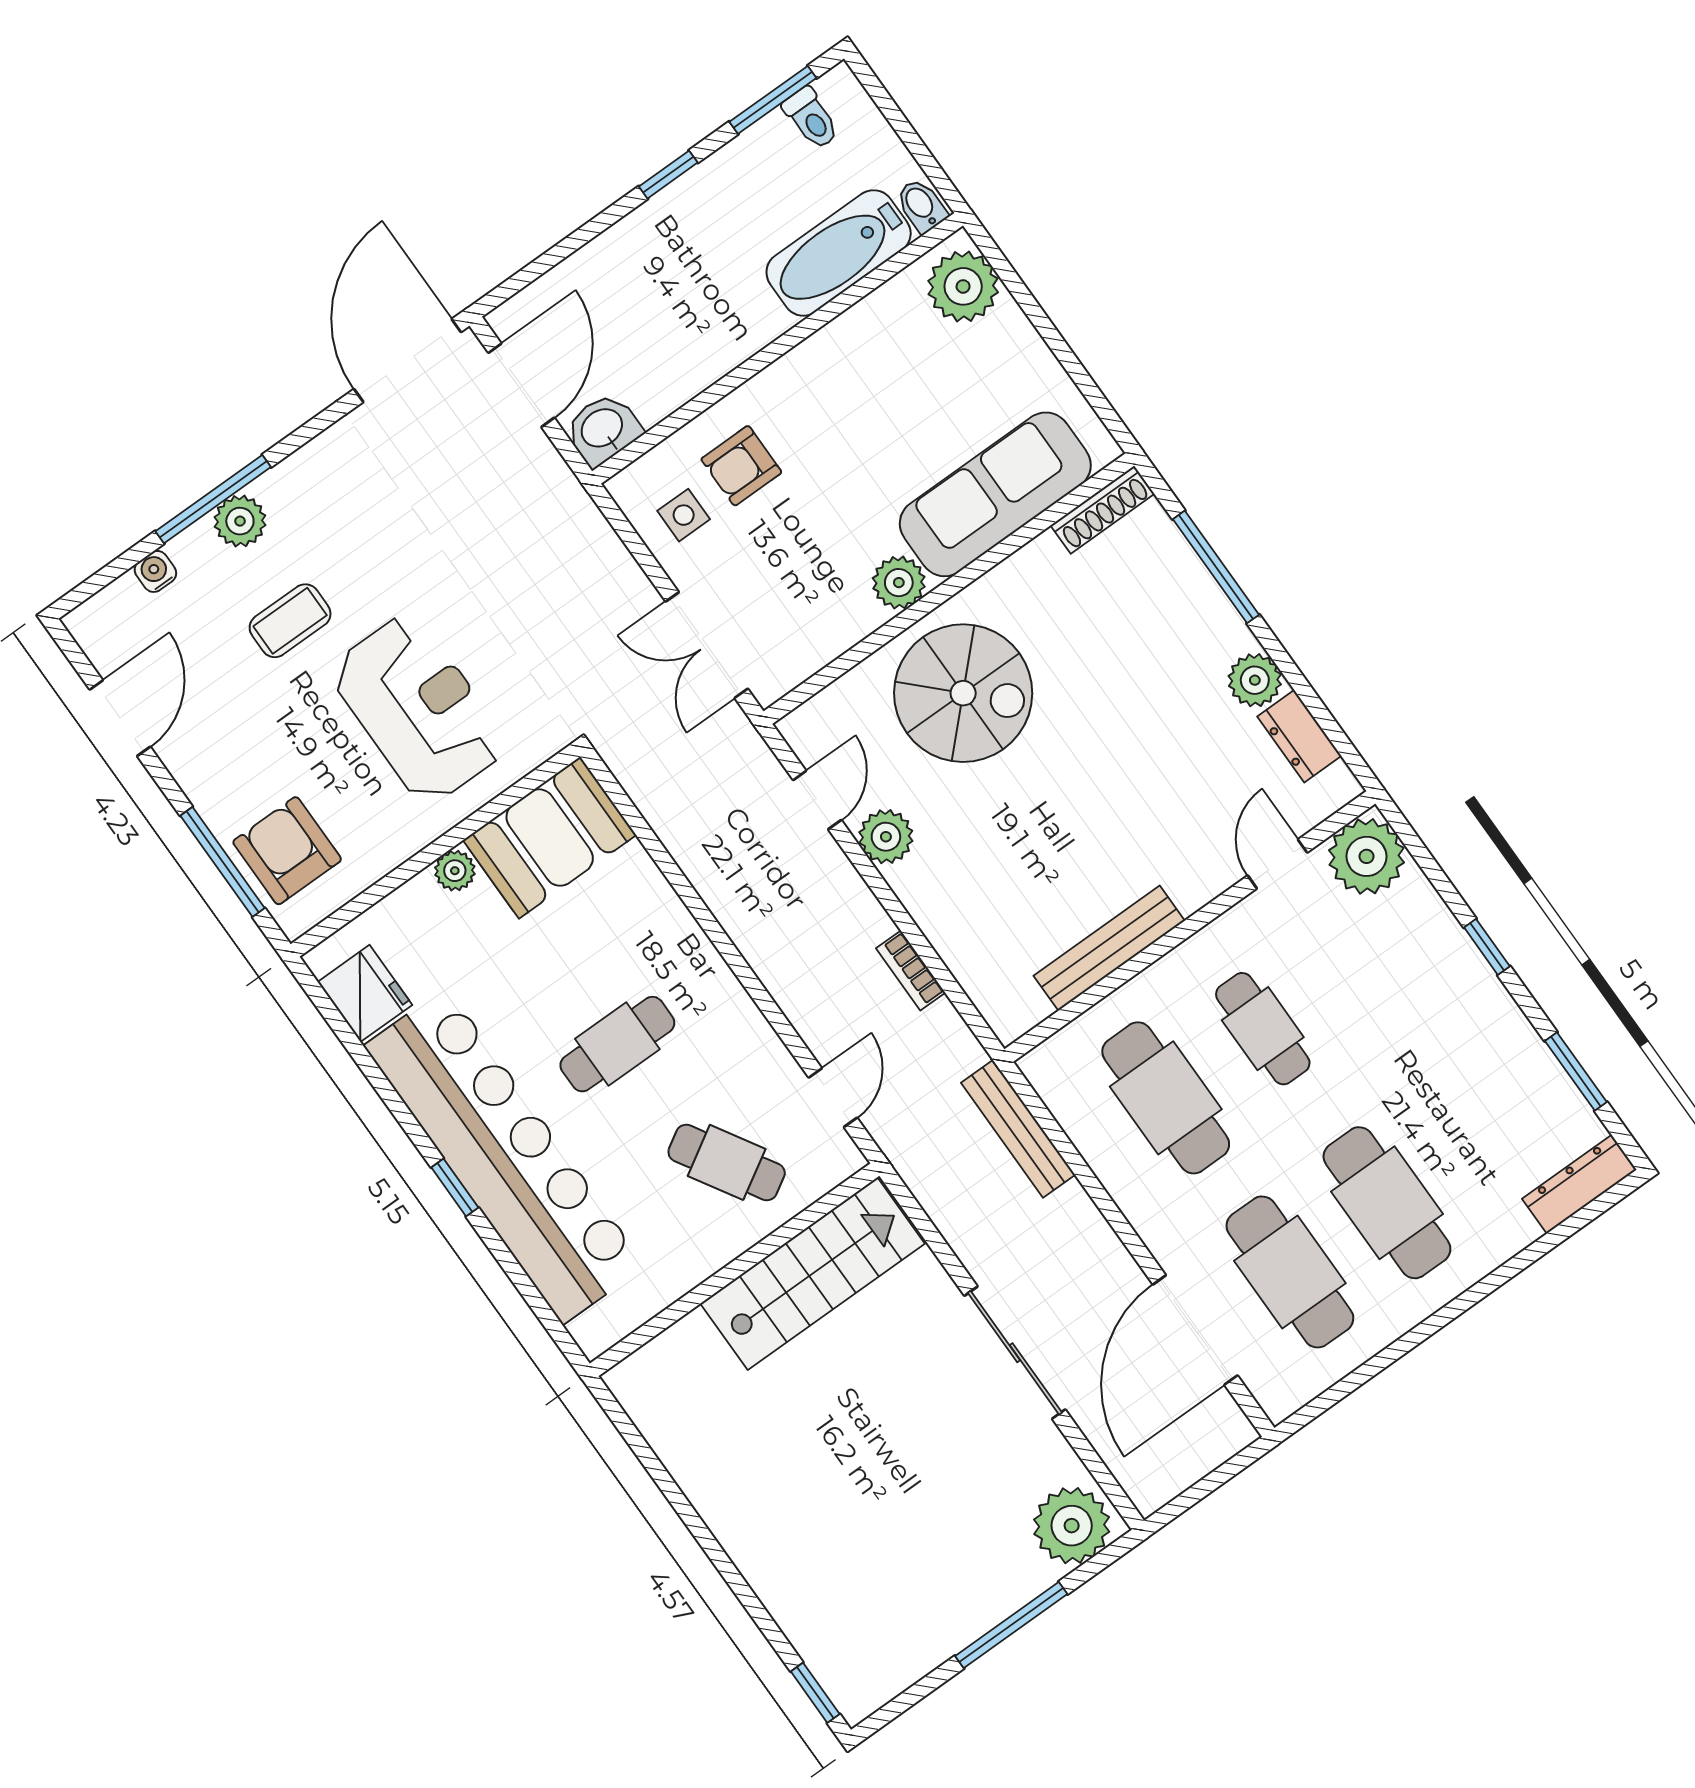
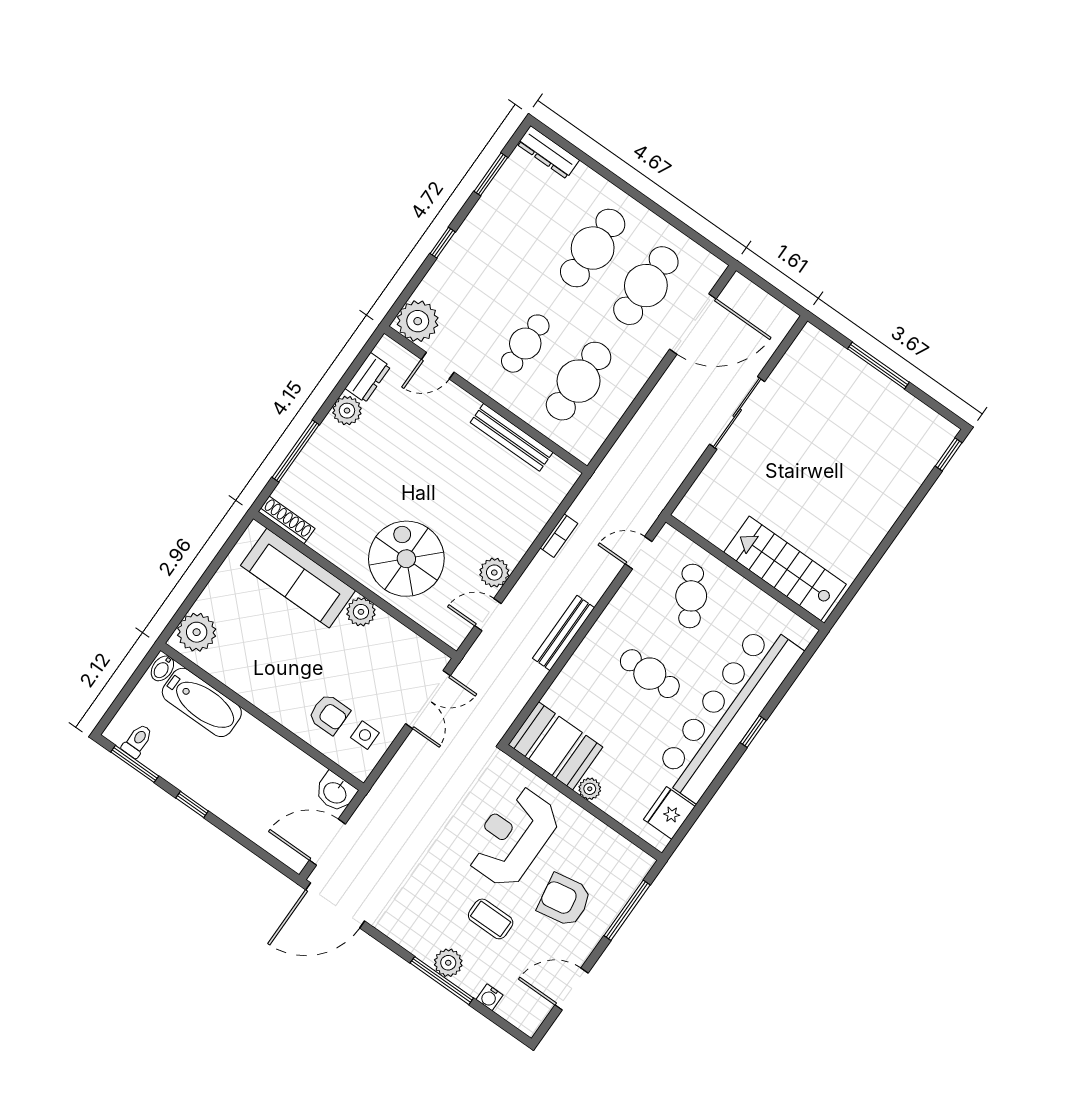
armchair: (287, 851) -> (564, 900), moved, turned 80
bench: (1018, 1129) -> (564, 633), moved
stairs: (813, 1274) -> (785, 568), moved
plant: (1072, 1526) -> (816, 352), removed

